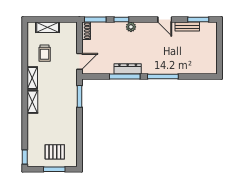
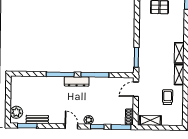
door: (165, 20) -> (71, 126), moved
shelving: (48, 27) -> (150, 120), moved
plant: (210, 34) -> (16, 112), added
dresser: (128, 69) -> (77, 81), moved

